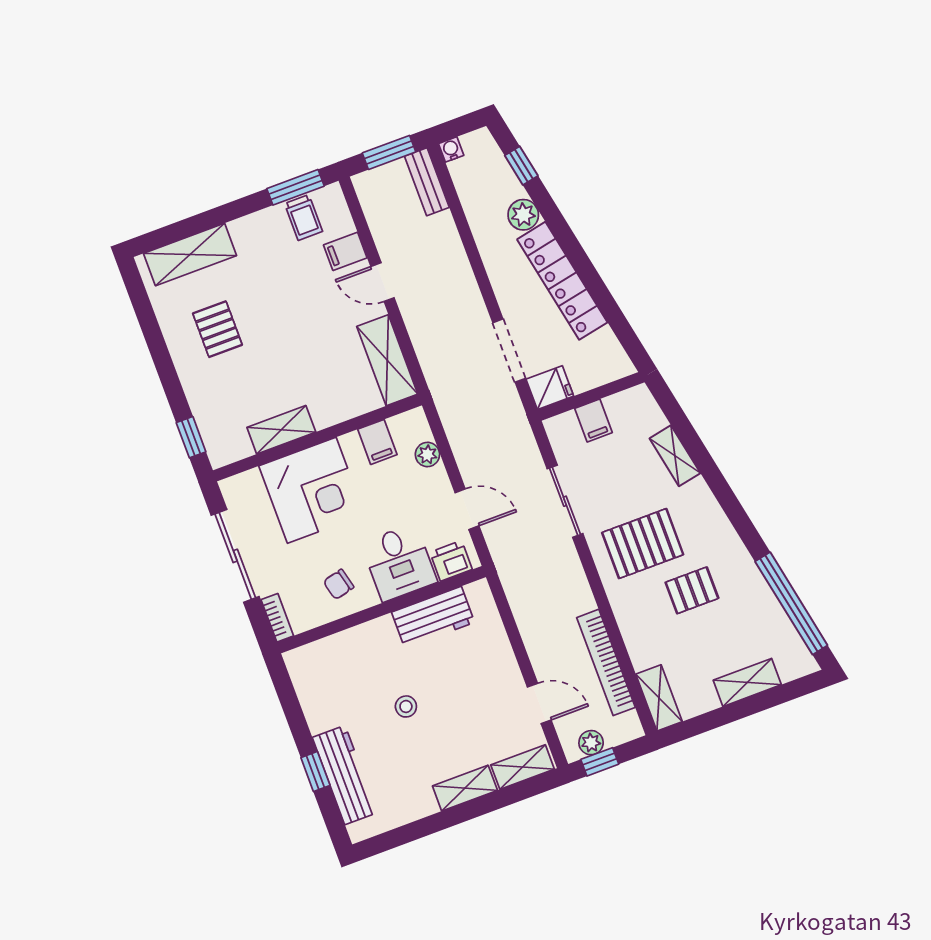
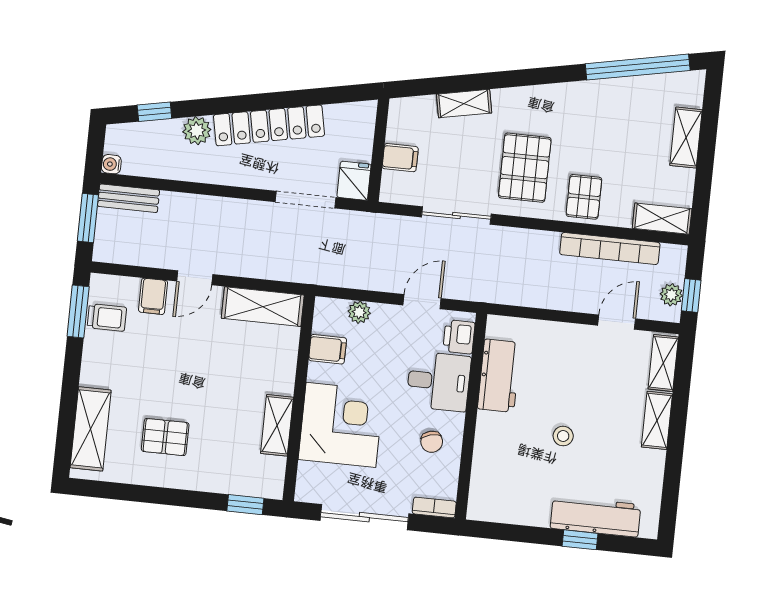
pallet: (692, 590) -> (584, 197), moved

